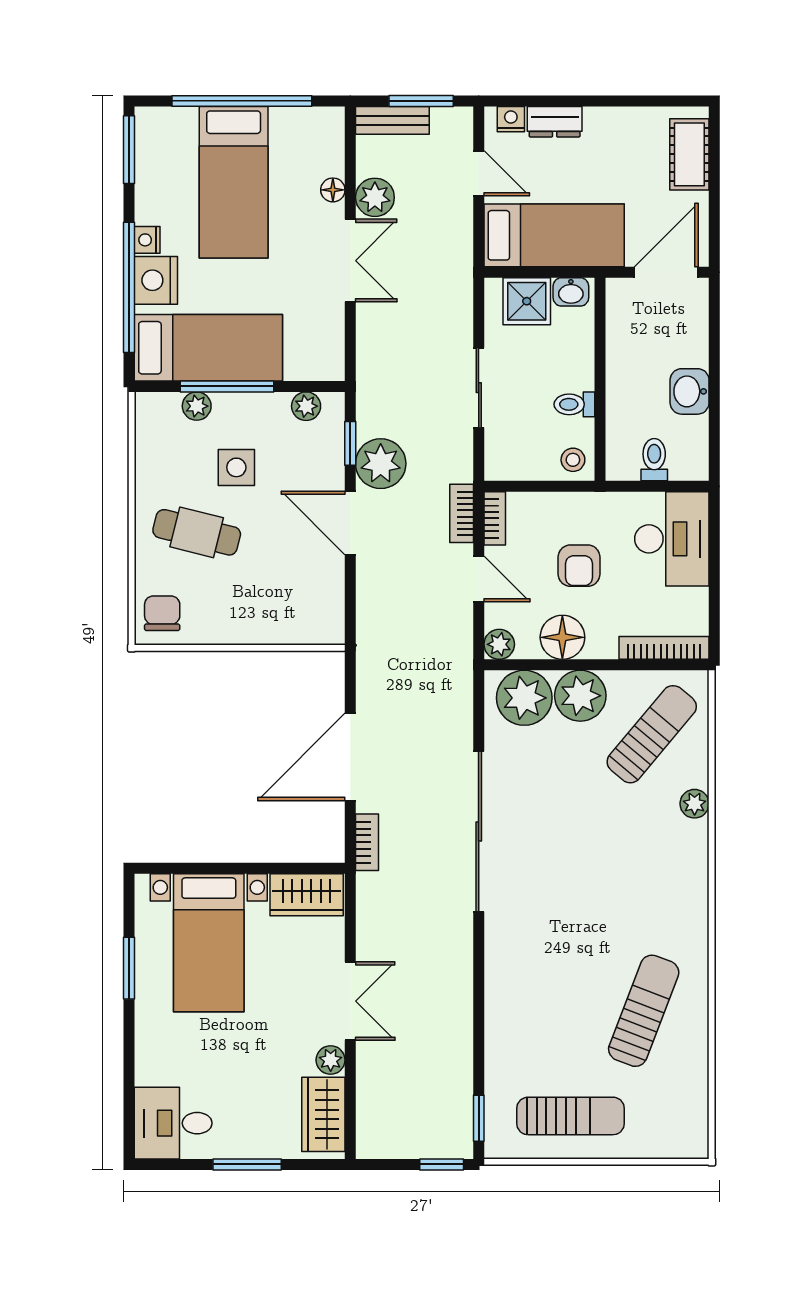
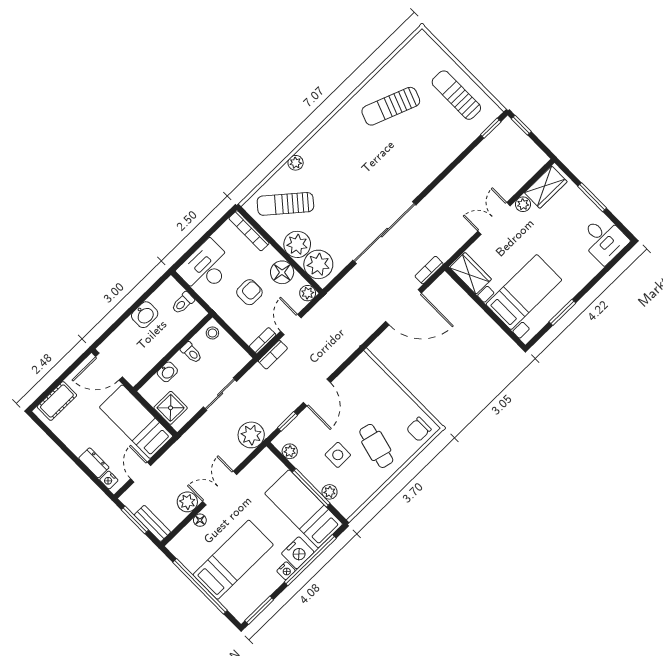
washbasin: (571, 292) -> (167, 372), moved, turned 90
plant: (381, 464) -> (251, 435), moved

